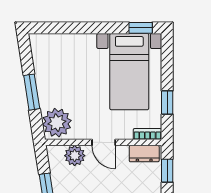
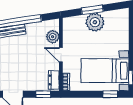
window: (167, 102) -> (110, 94), moved
plant: (57, 123) -> (95, 22), moved
door: (104, 142) -> (61, 55), hinge flipped

